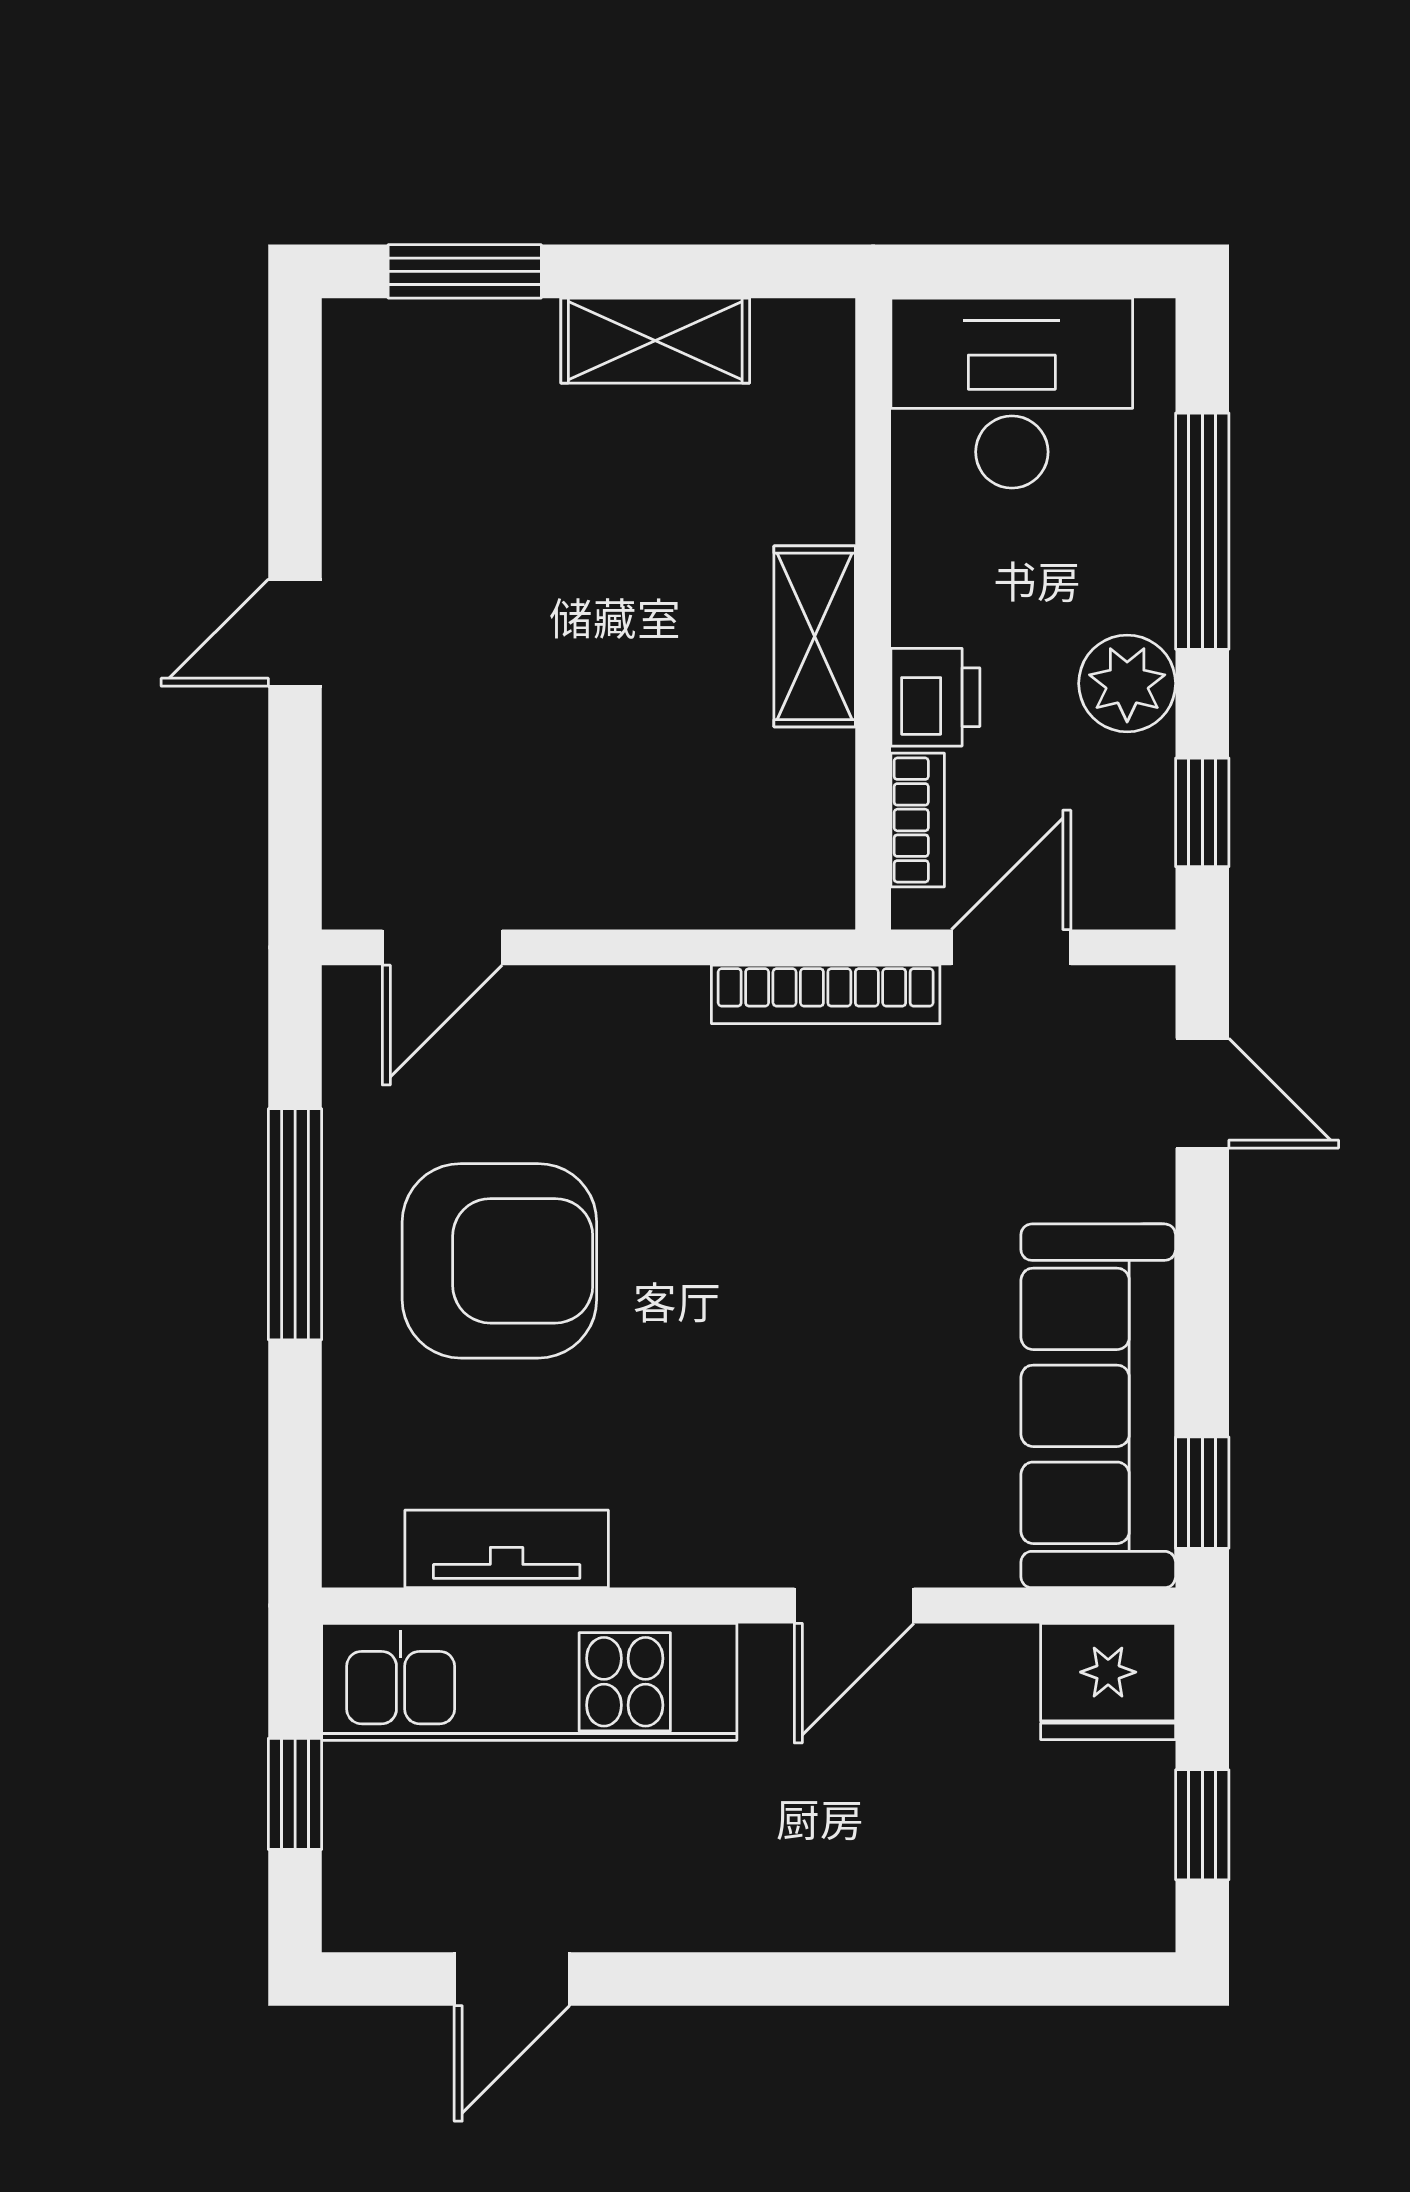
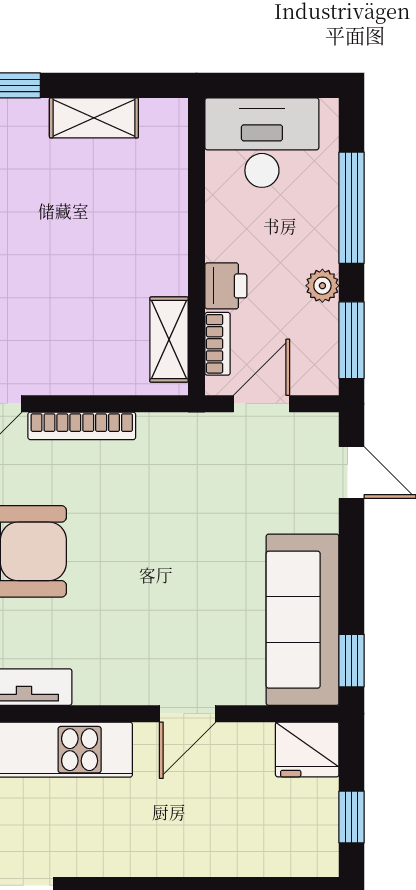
shelving: (815, 636) -> (169, 340), moved
plant: (1127, 683) -> (322, 286), width x0.73, depth x0.73
window: (1202, 812) -> (352, 340), width x1.50
bookcase: (826, 994) -> (82, 426), moved

